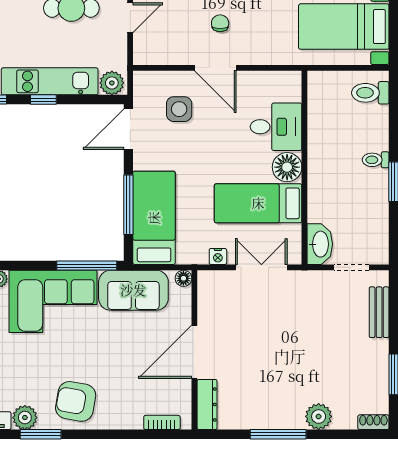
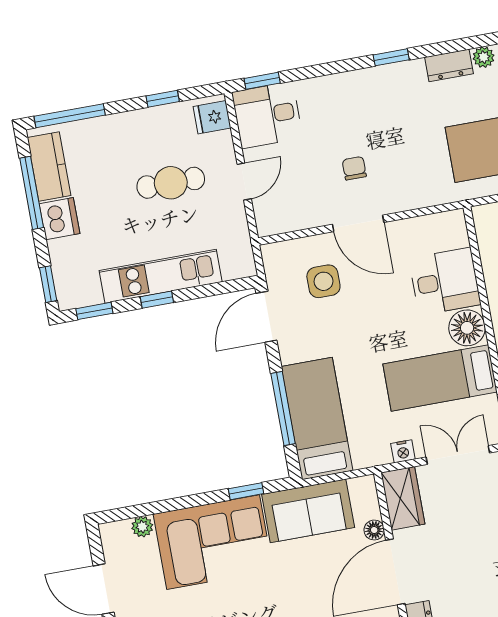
plant: (112, 83) -> (236, 264), removed
window: (87, 266) -> (246, 491), width x0.46
floor lamp: (183, 278) -> (374, 530), moved
wardrobe: (211, 294) -> (403, 498), added

